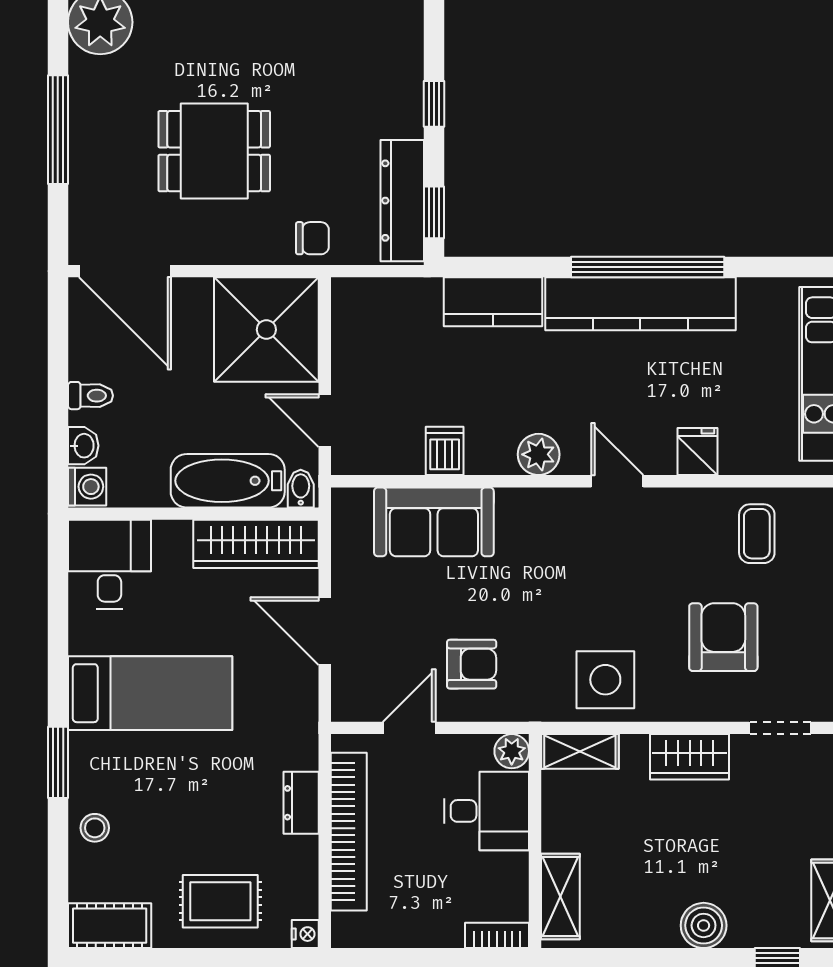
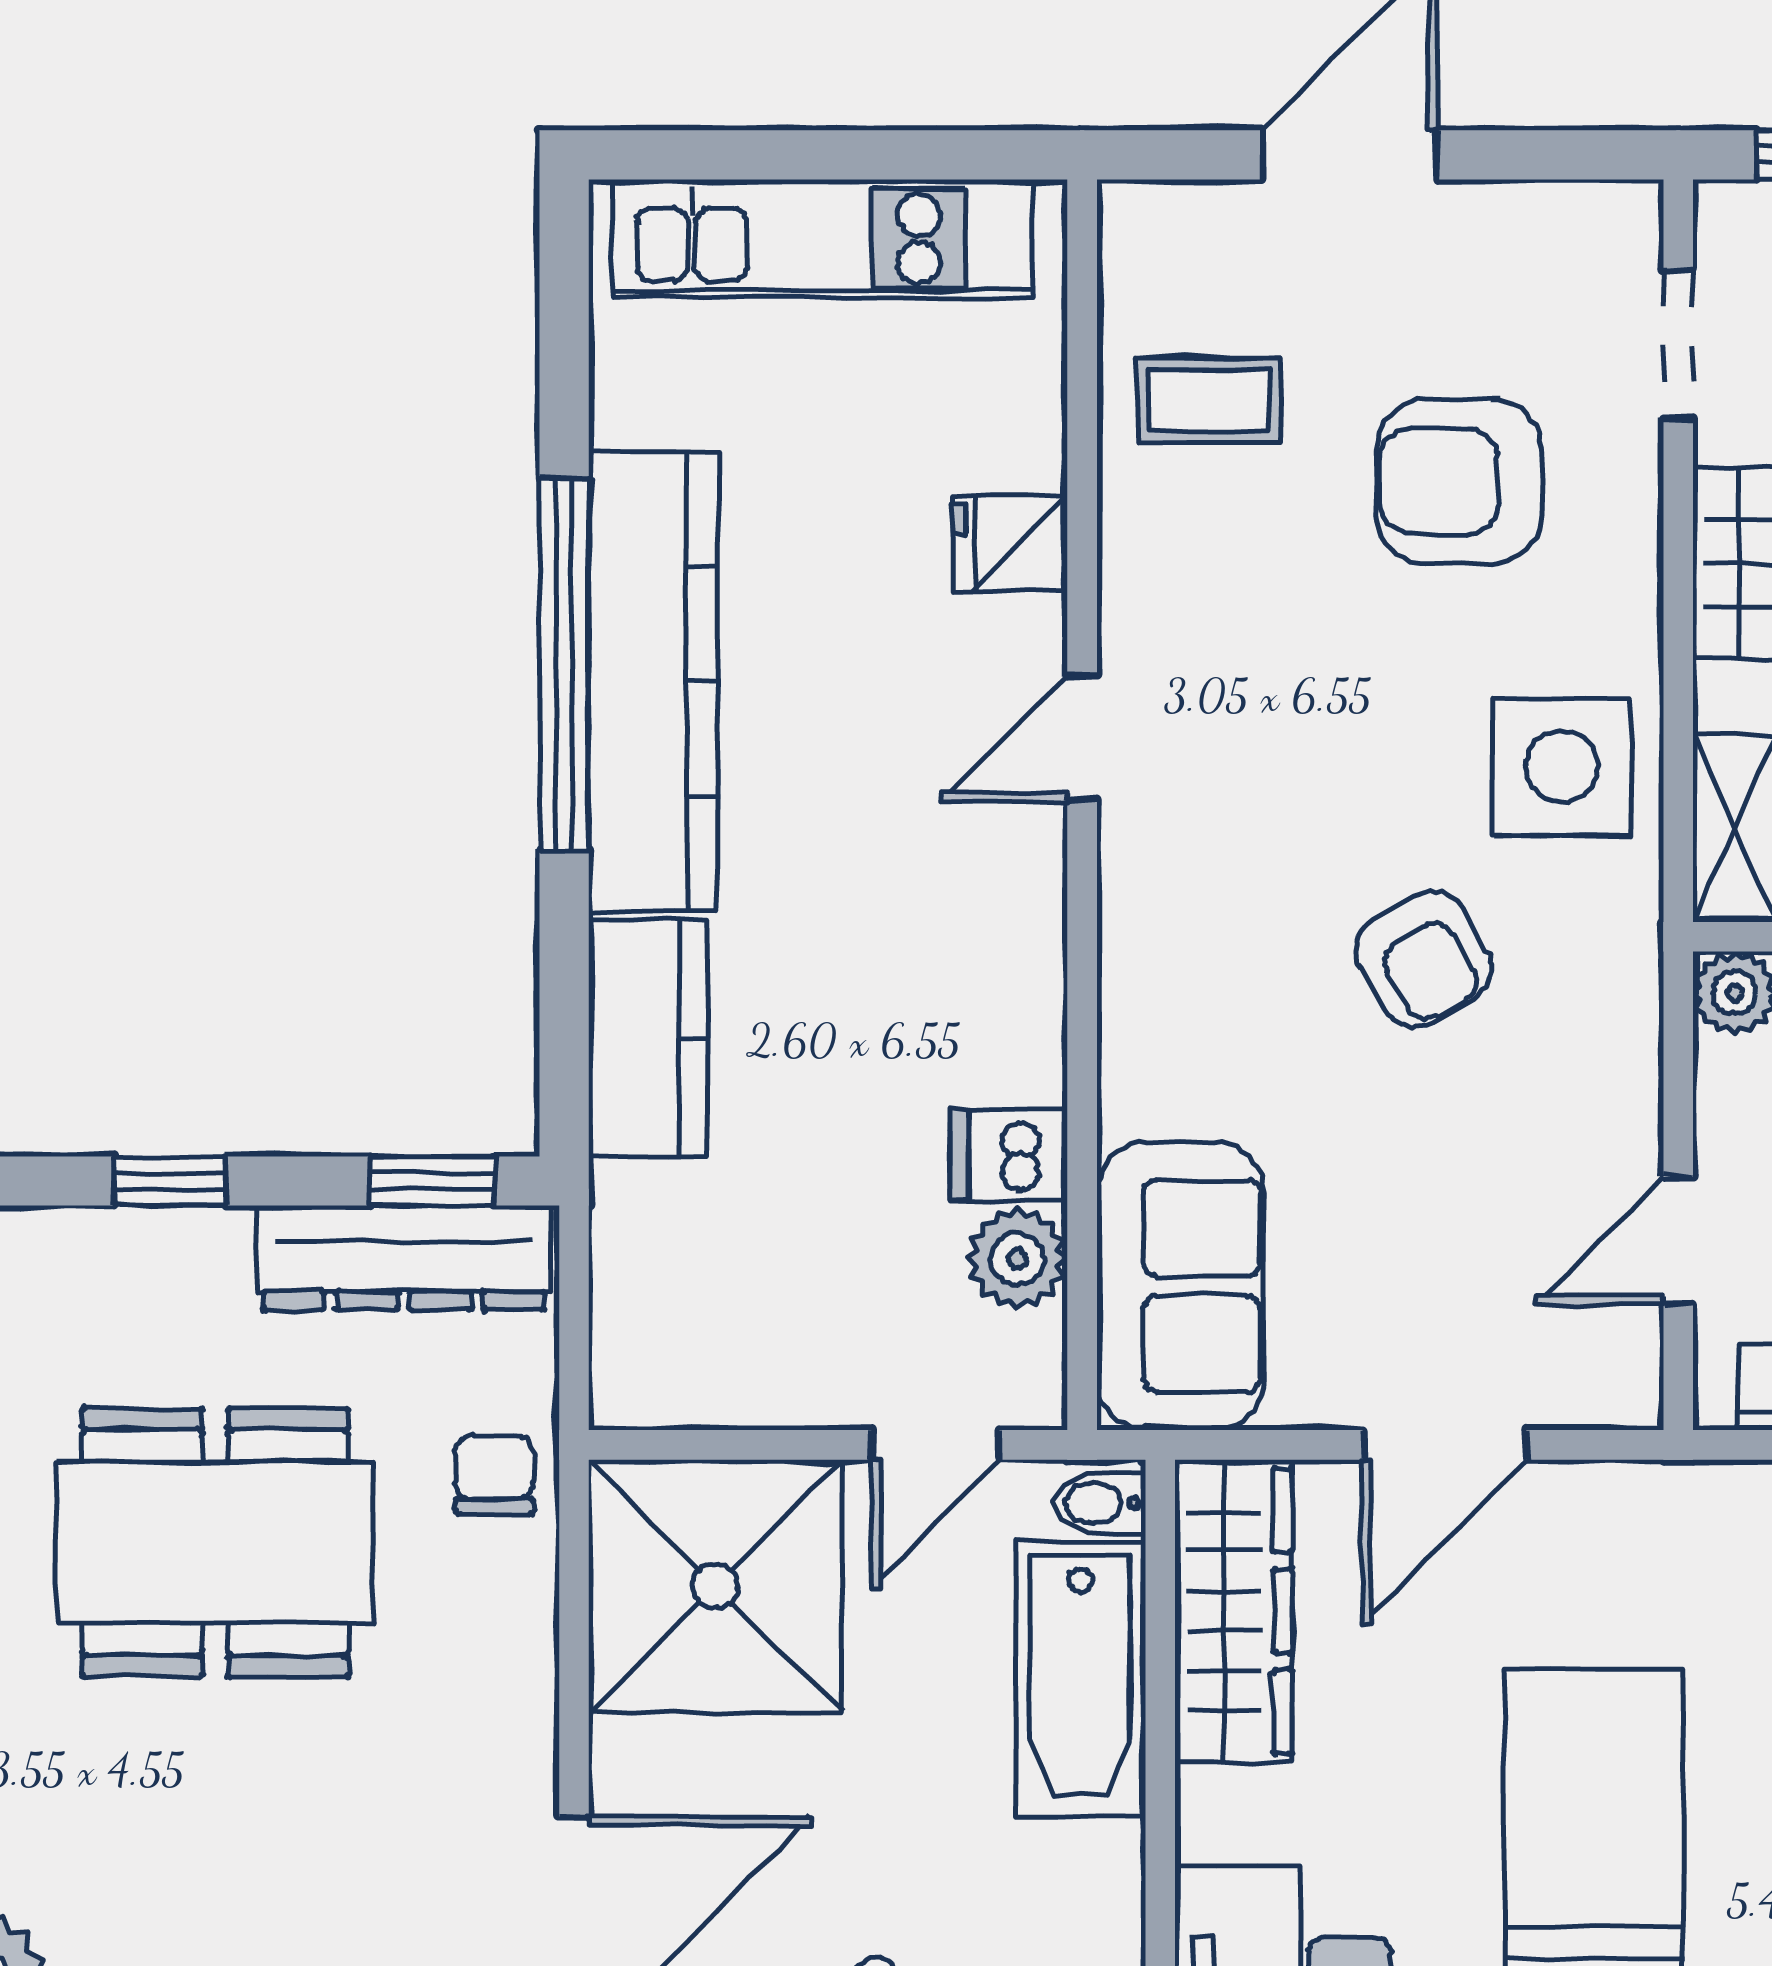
dining table: (214, 151) -> (215, 1542), moved, width x1.37
plant: (539, 454) -> (1017, 1259), moved
sofa: (434, 522) -> (1180, 1286), moved
armchair: (472, 664) -> (1424, 959), moved, turned 150
door: (409, 728) -> (1678, 1241), hinge flipped

